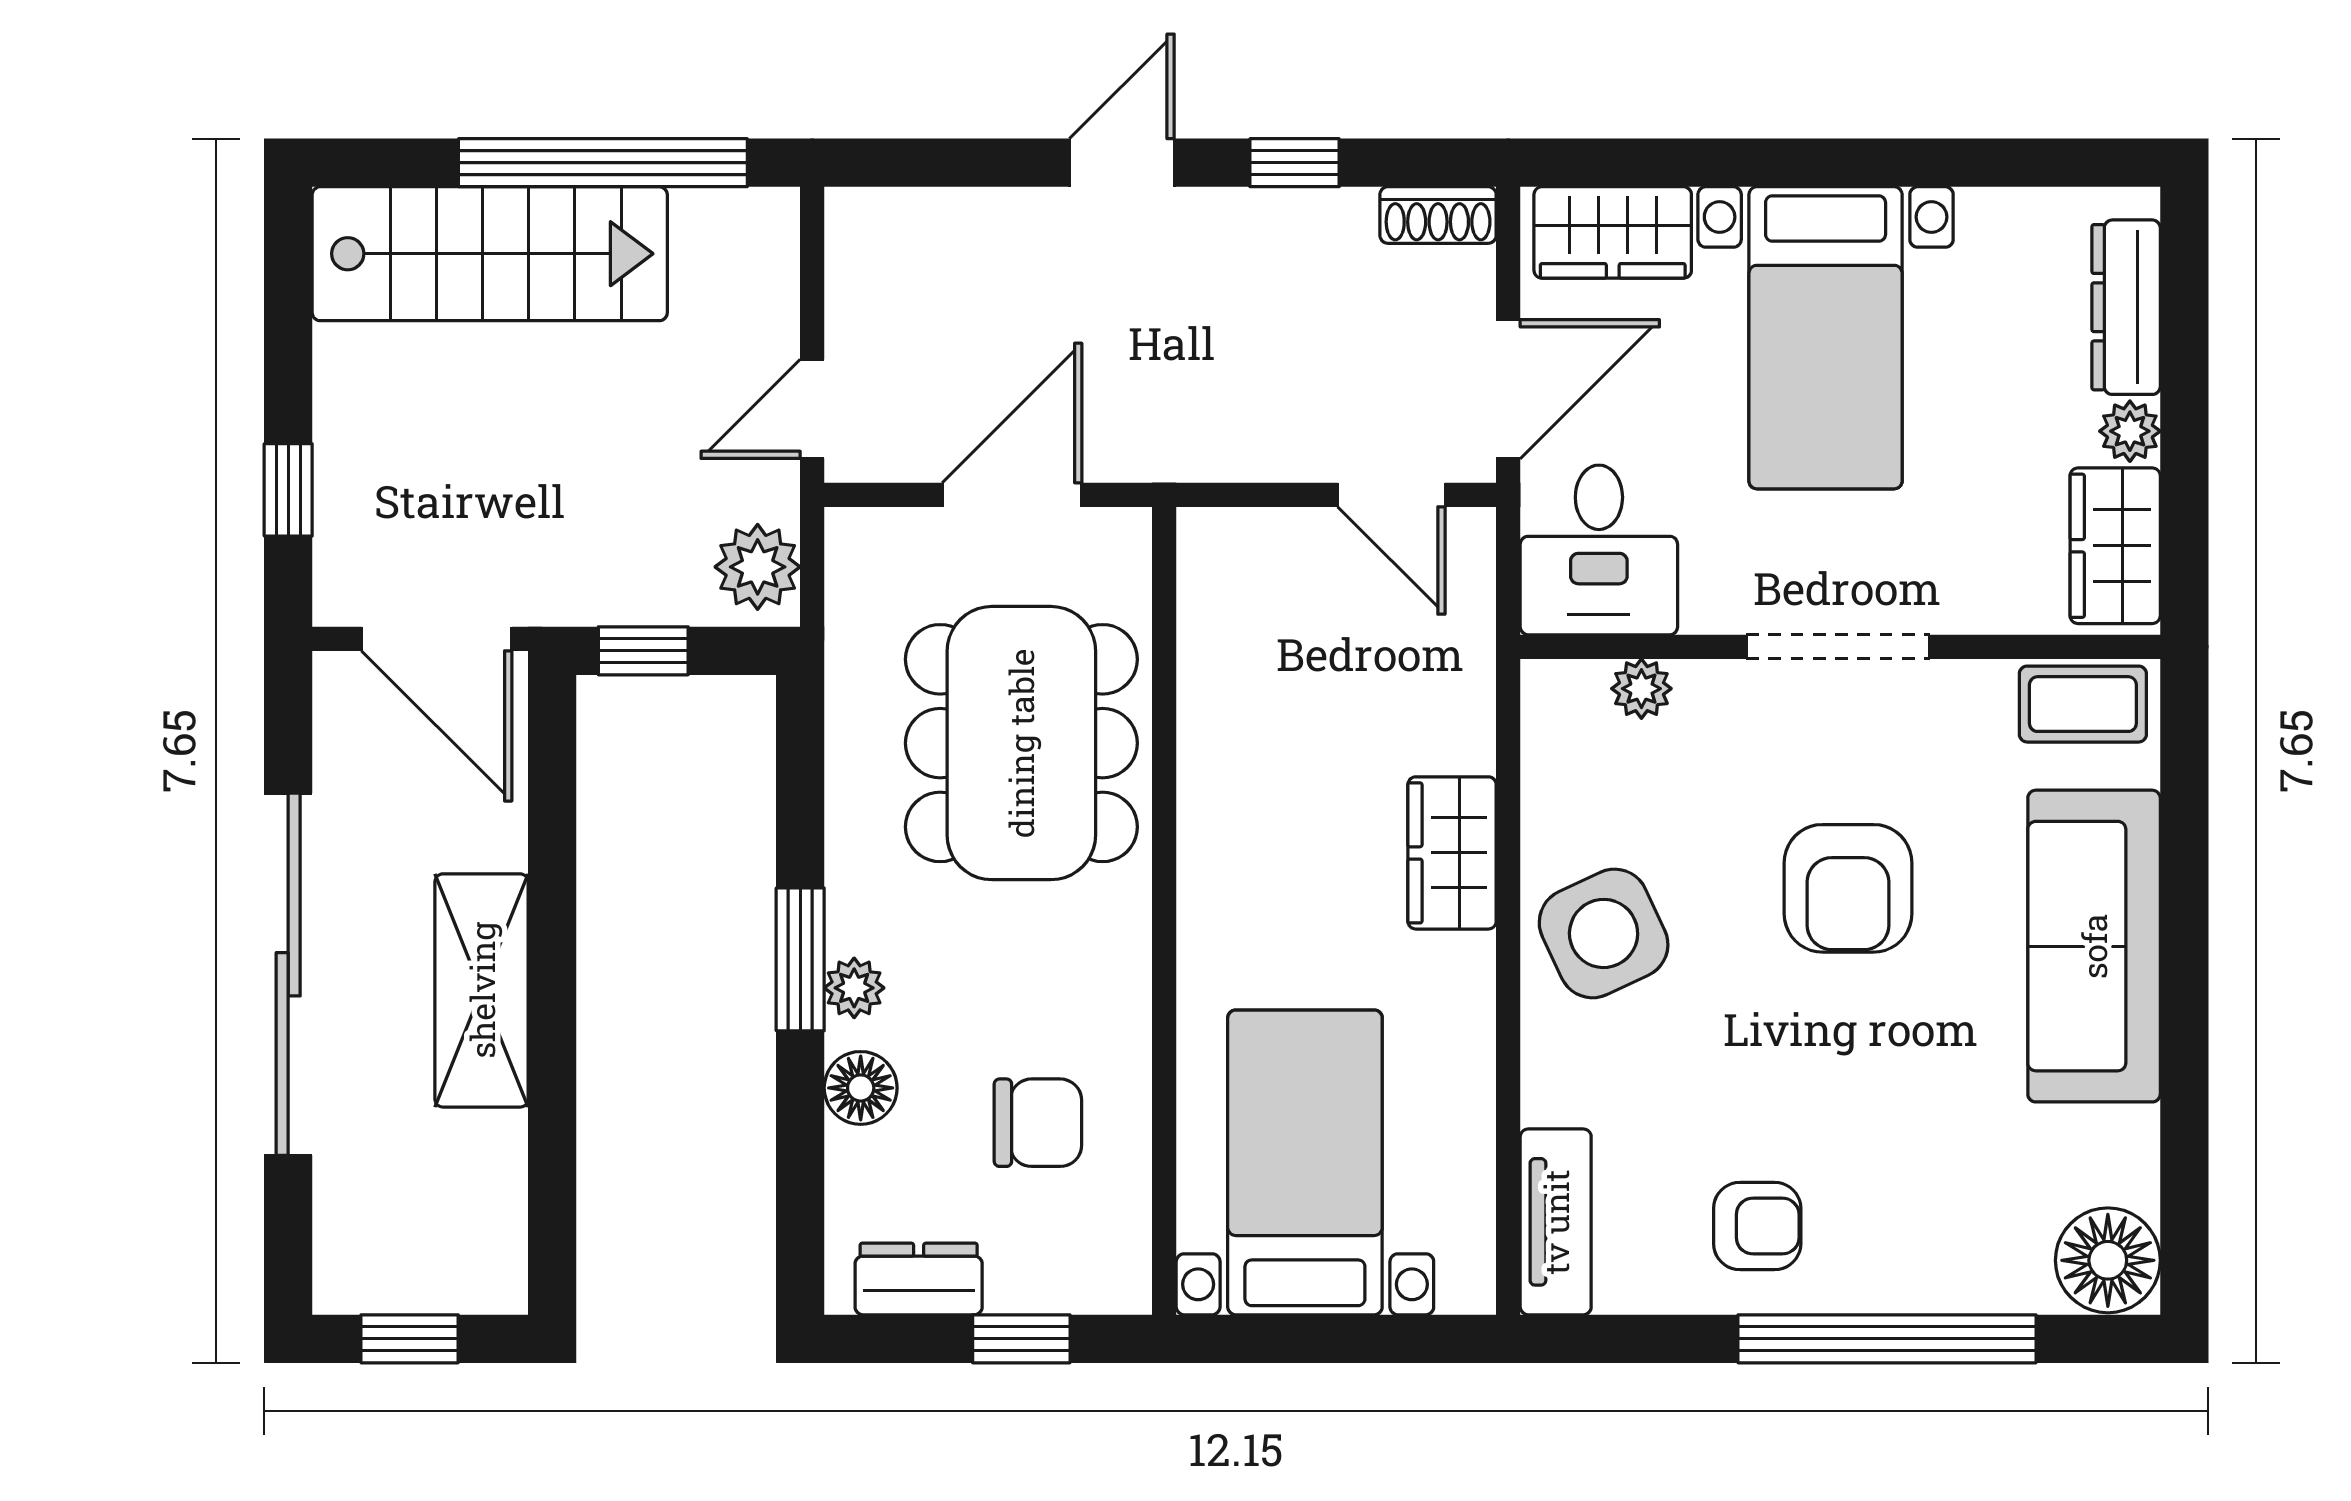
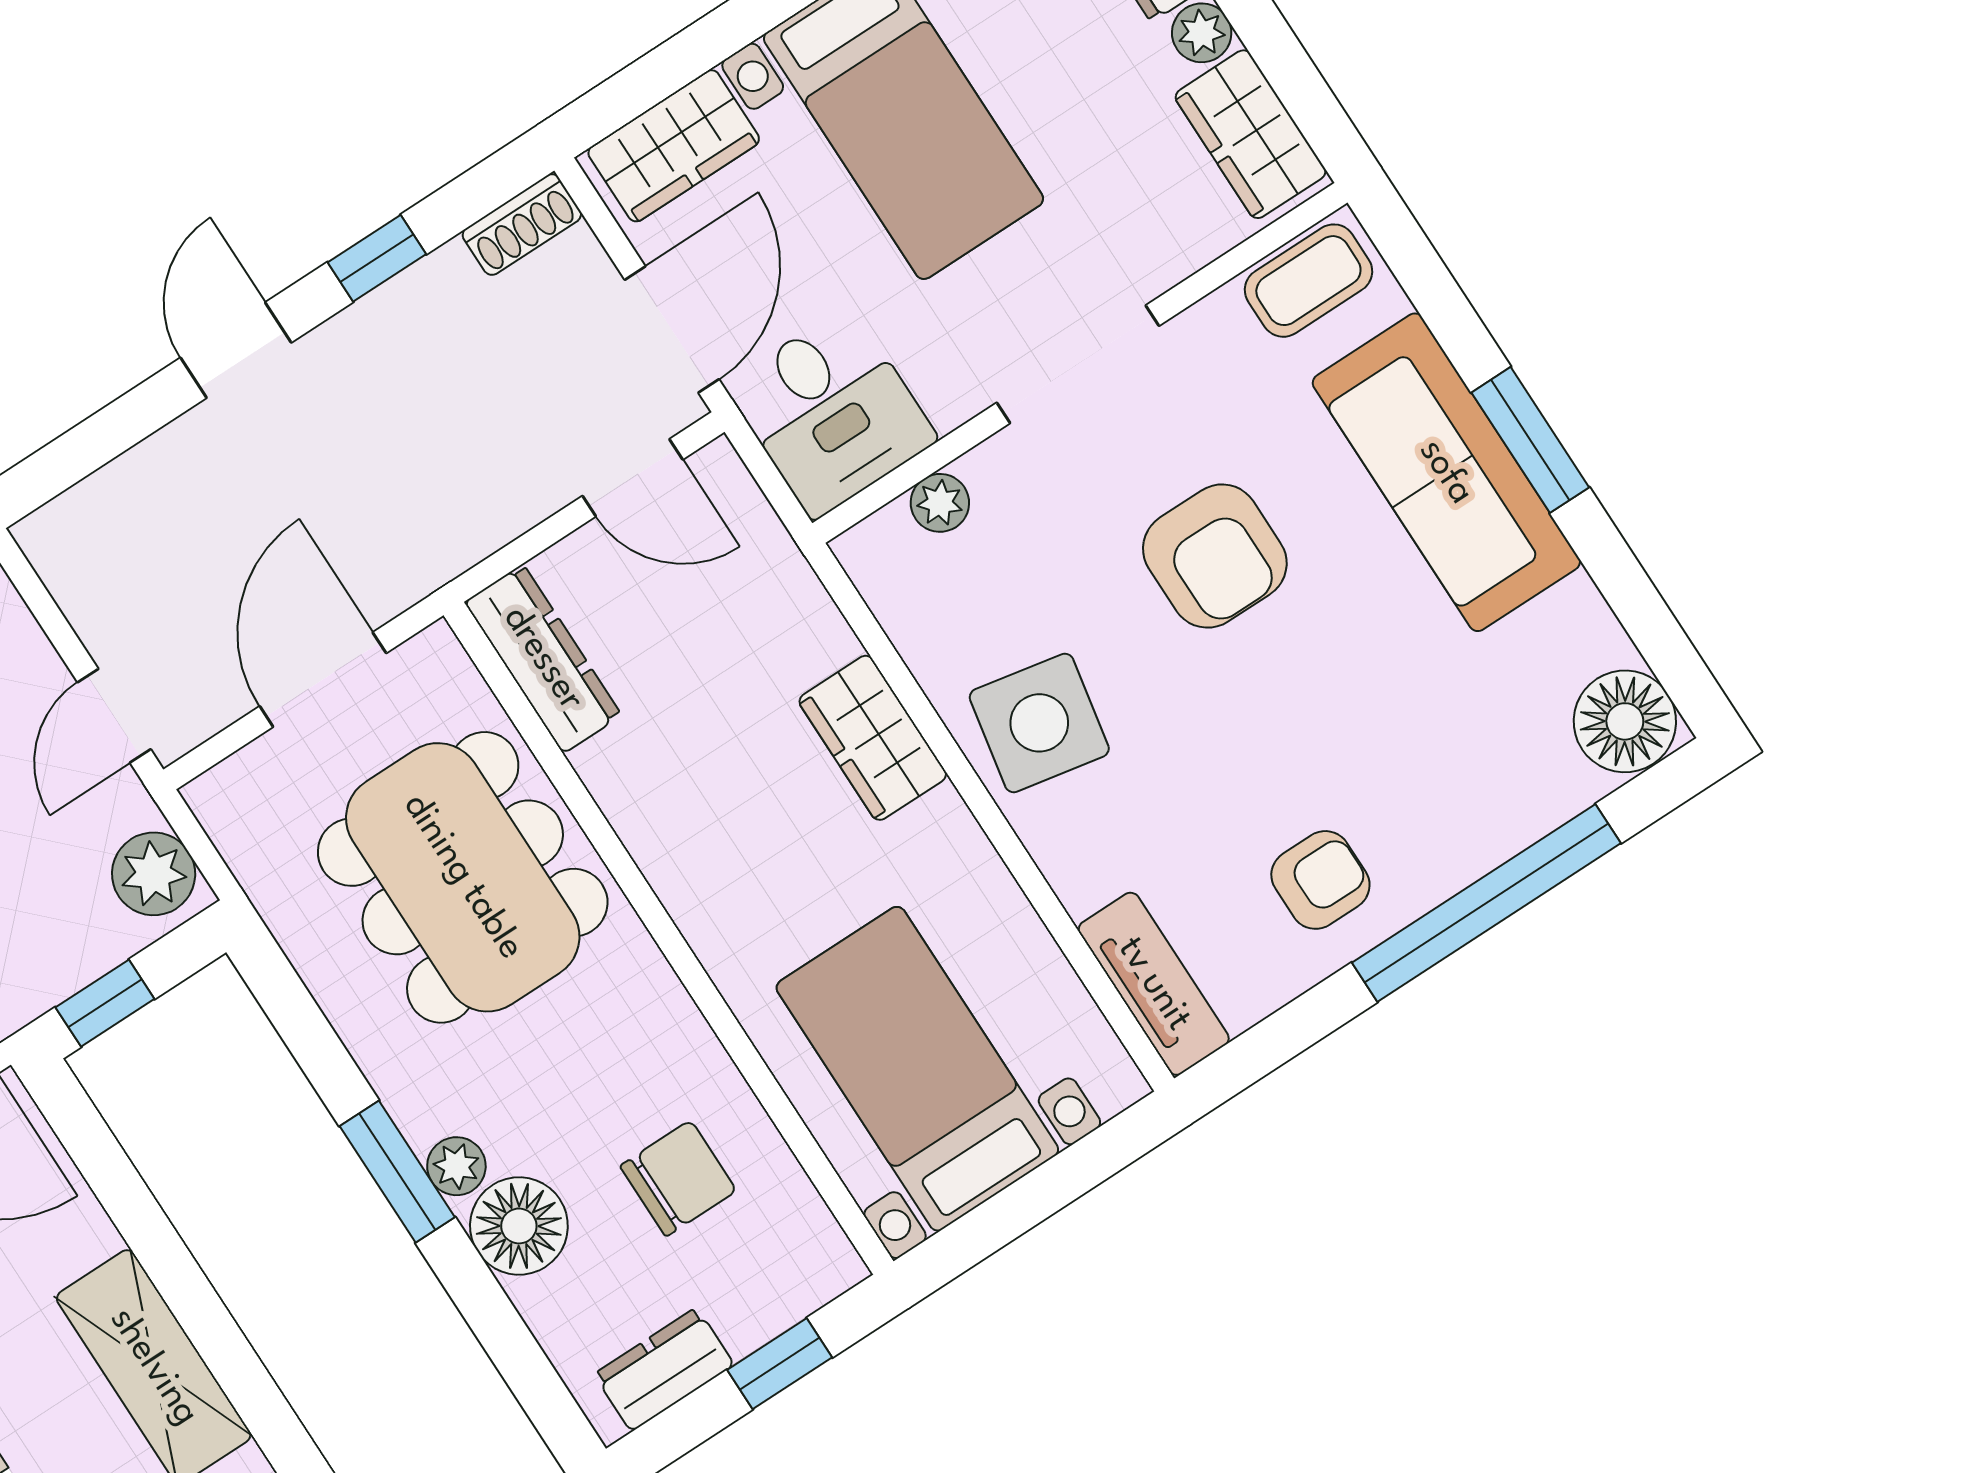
dresser: (1213, 600) -> (543, 659), added
side table: (1604, 933) -> (1039, 723), turned 36
window: (2184, 965) -> (1530, 440), added
floor lamp: (861, 1088) -> (519, 1226), width x1.38, depth x1.38

